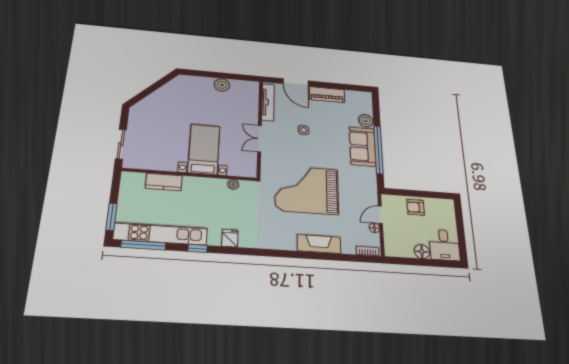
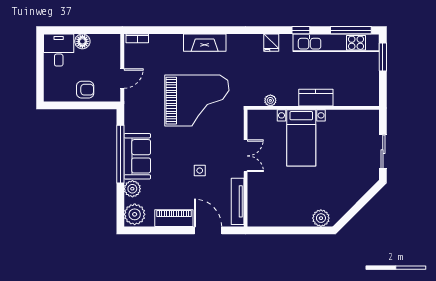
plant: (222, 85) -> (321, 218), moved
plant: (363, 101) -> (135, 214), added
sliding door: (121, 144) -> (383, 152), moved
kitchen counter: (164, 182) -> (316, 98), moved
floor lamp: (374, 228) -> (129, 64), removed
fireplace: (319, 244) -> (205, 43), moved

